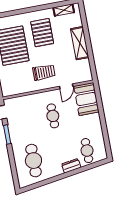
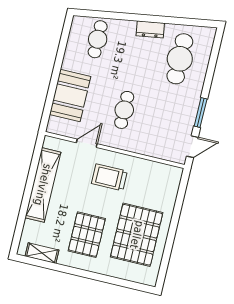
shelving: (80, 43) -> (43, 185), width x1.47
booth: (86, 99) -> (70, 96), moved
dresser: (71, 166) -> (150, 29), moved

